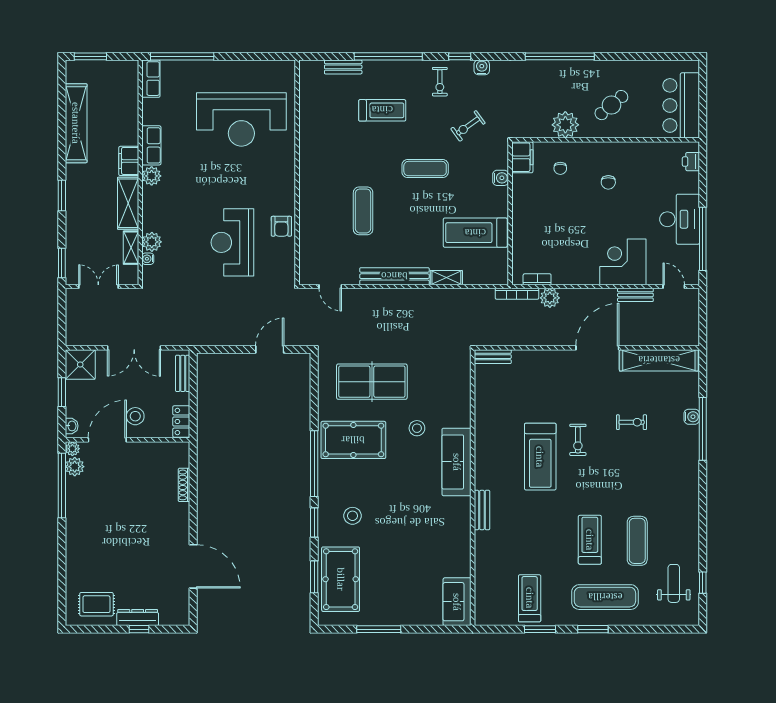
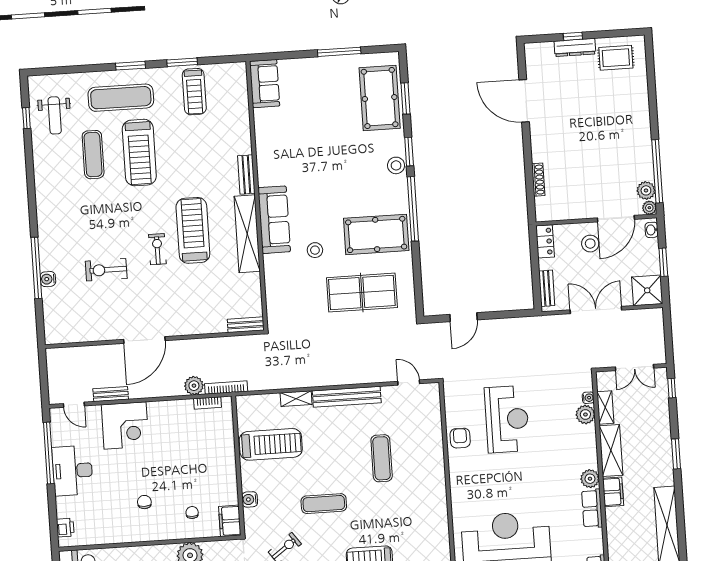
window: (62, 263) -> (672, 388), width x0.67
shelving: (659, 360) -> (247, 234), moved, turned 90
exercise bike: (632, 422) -> (106, 270), width x1.38, depth x1.39
stool: (353, 516) -> (396, 165), moved
treadmill: (590, 540) -> (139, 153), width x1.37, depth x1.38

